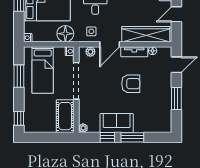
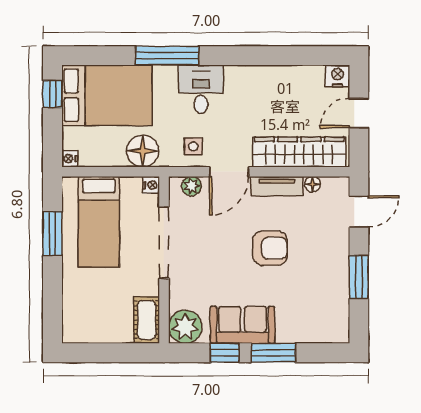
cot: (65, 116) -> (147, 320), width x0.73, depth x0.75
window: (19, 118) -> (52, 316), removed
plant: (83, 128) -> (185, 327), width x1.87, depth x1.87

